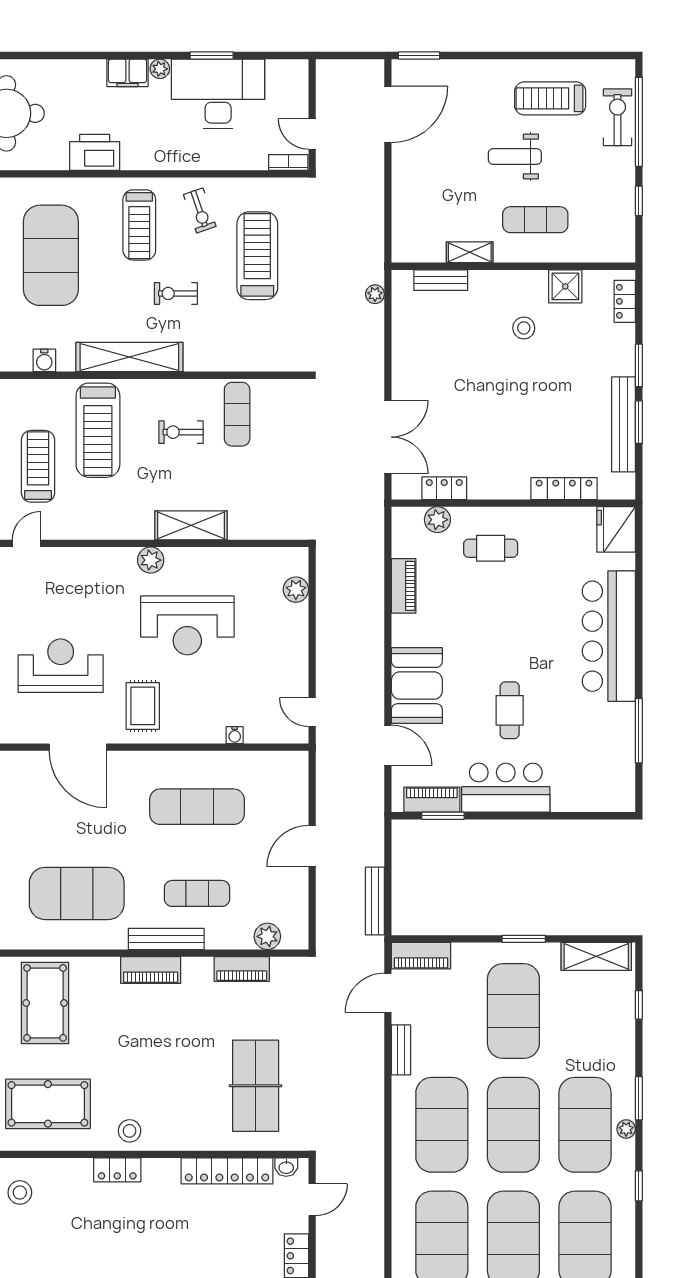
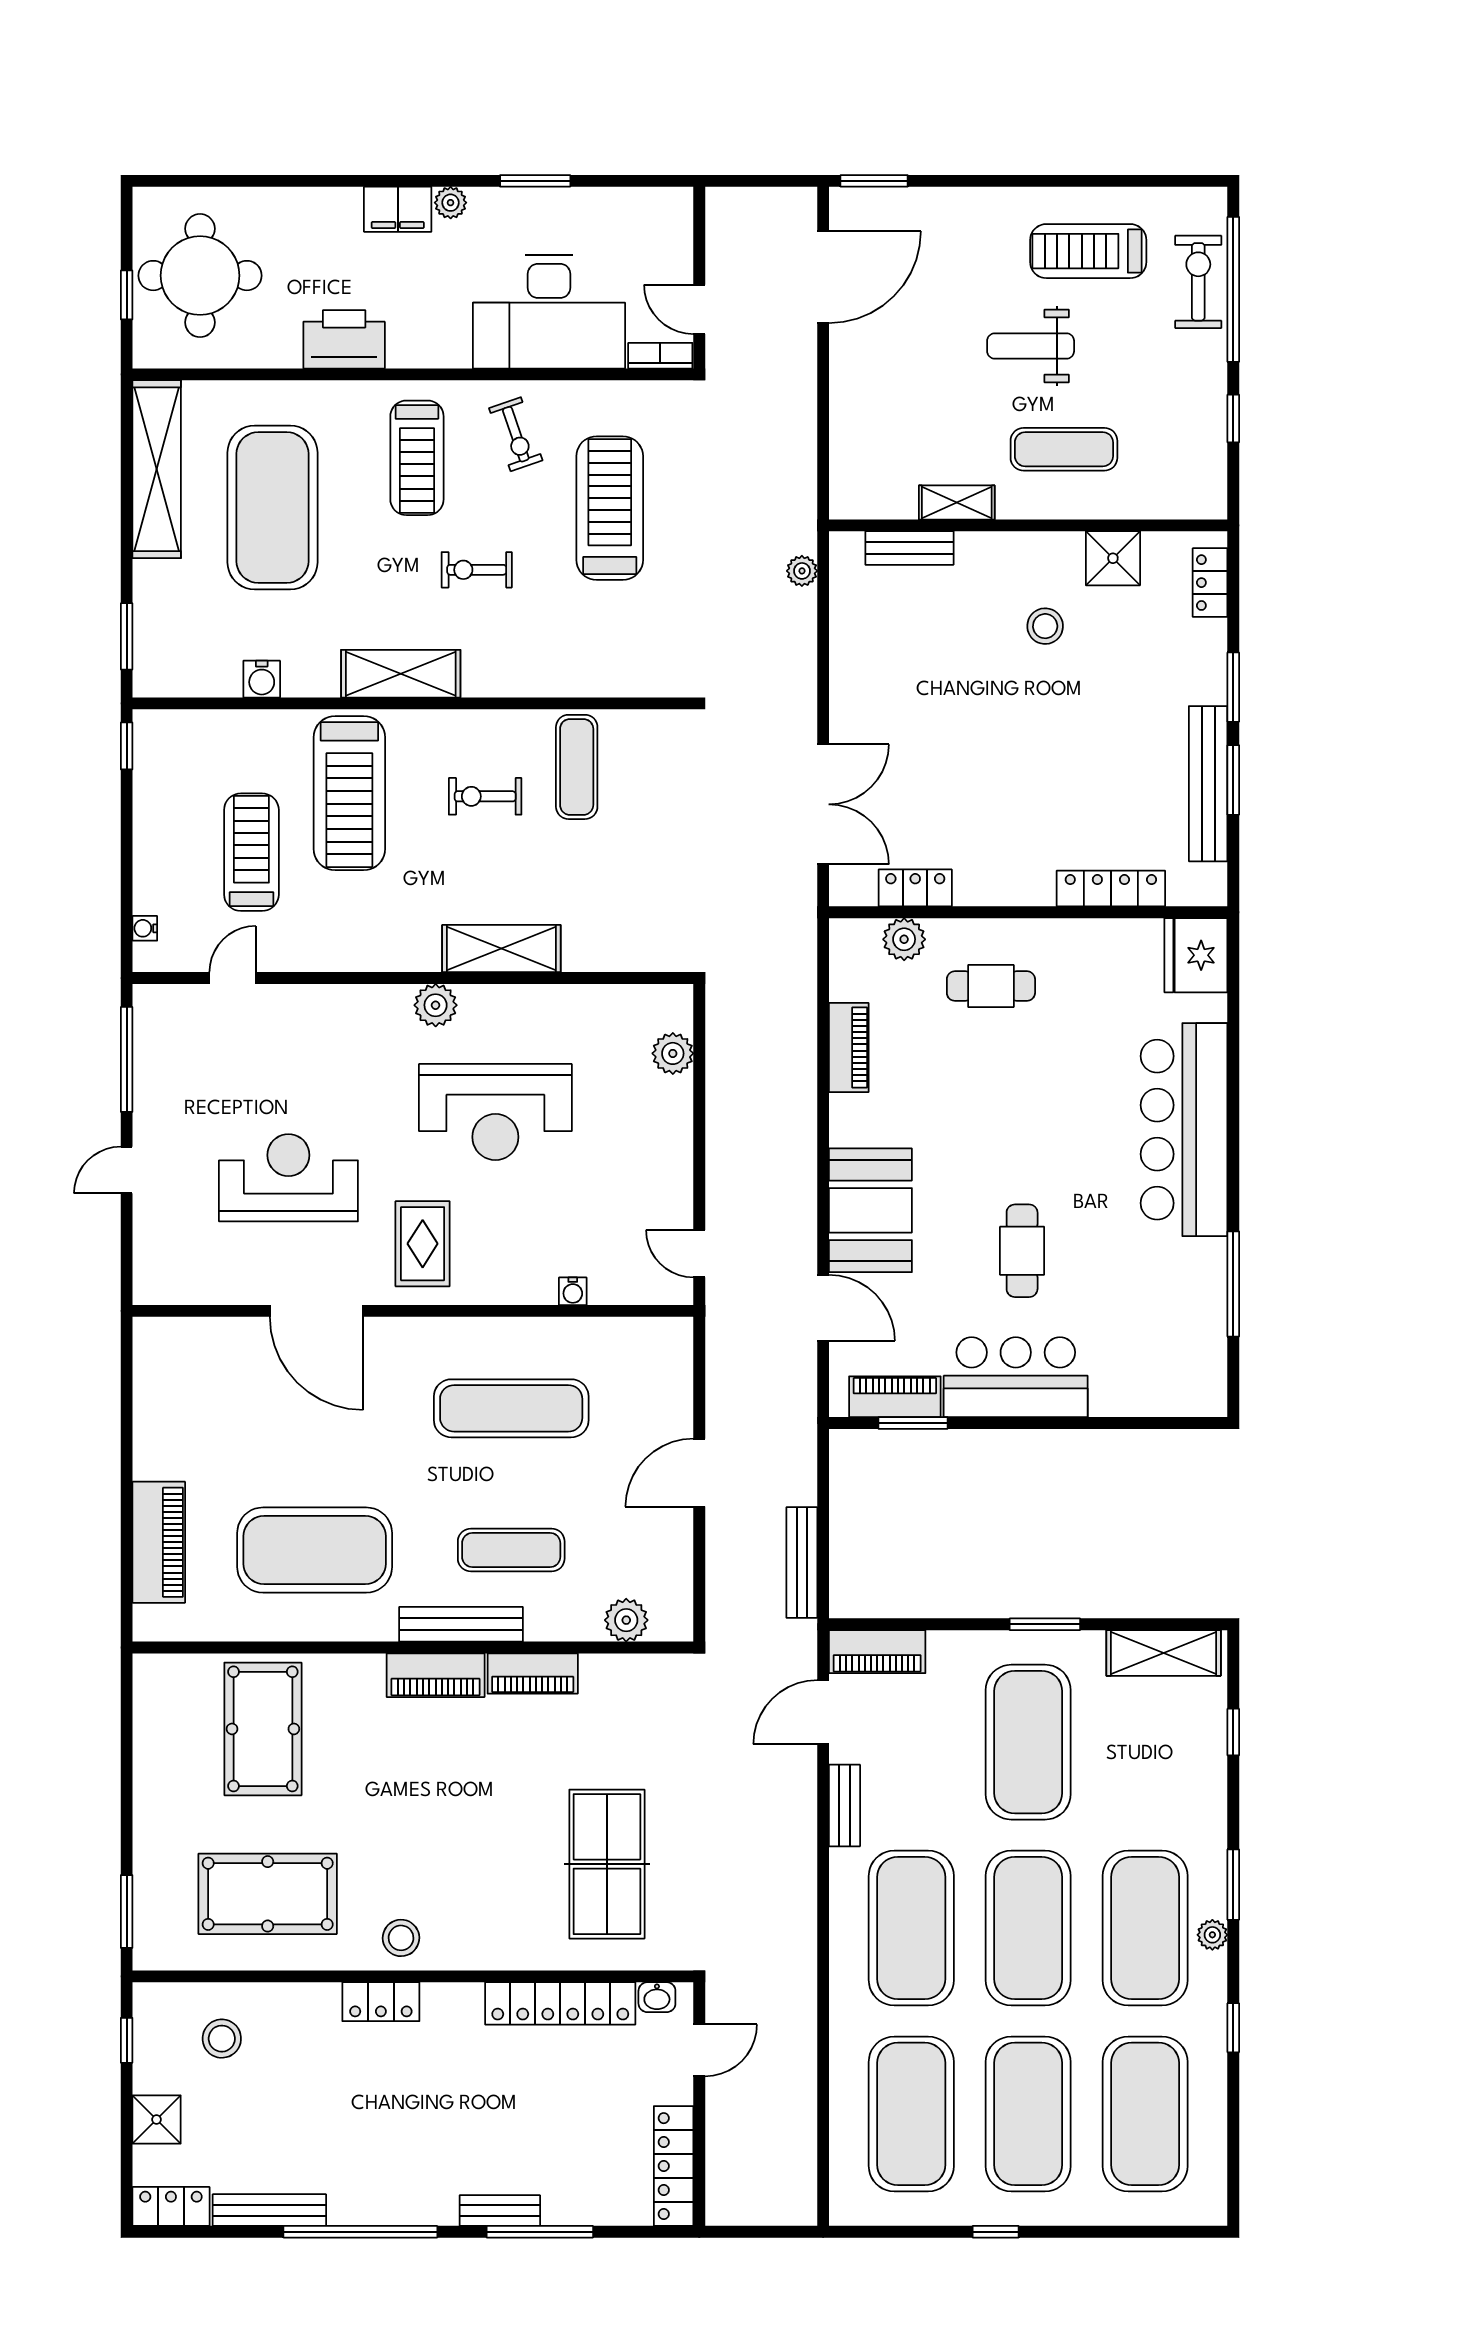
desk: (218, 94) -> (549, 312), moved, turned 180
shelving: (129, 357) -> (401, 674), width x0.68
piano: (242, 969) -> (533, 1673), moved

